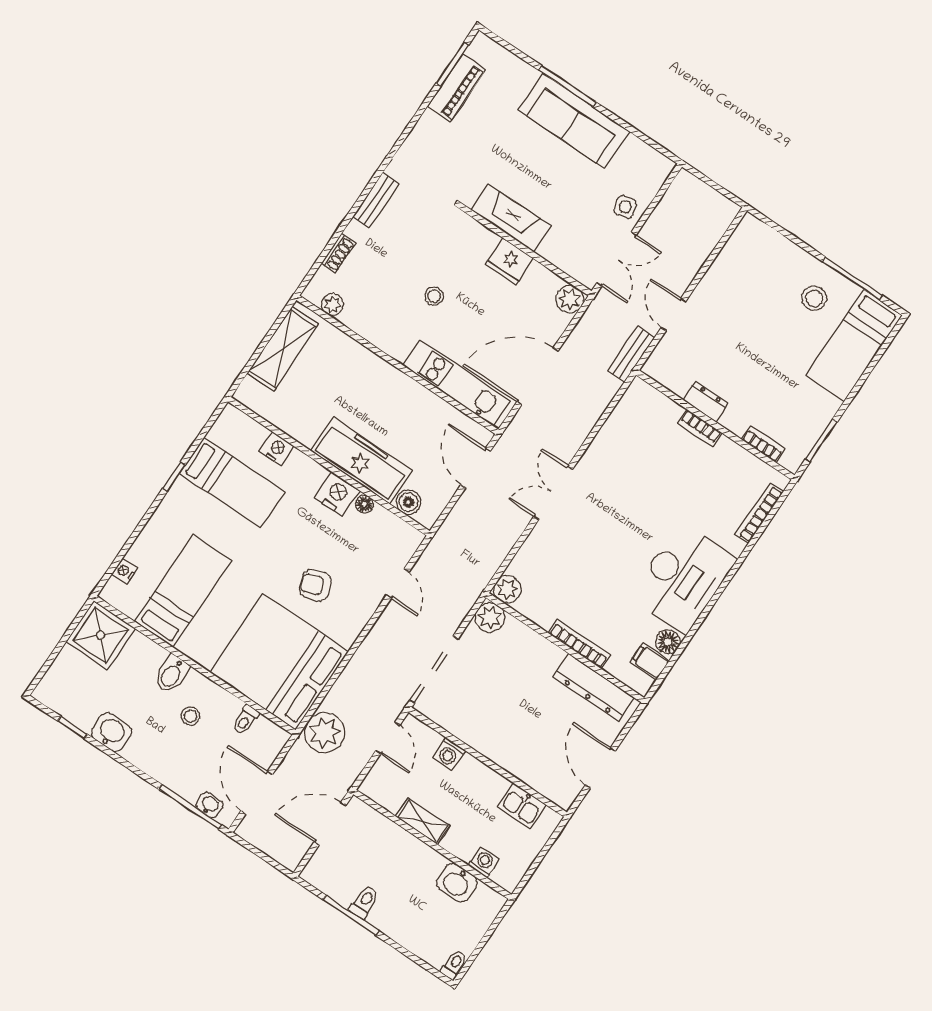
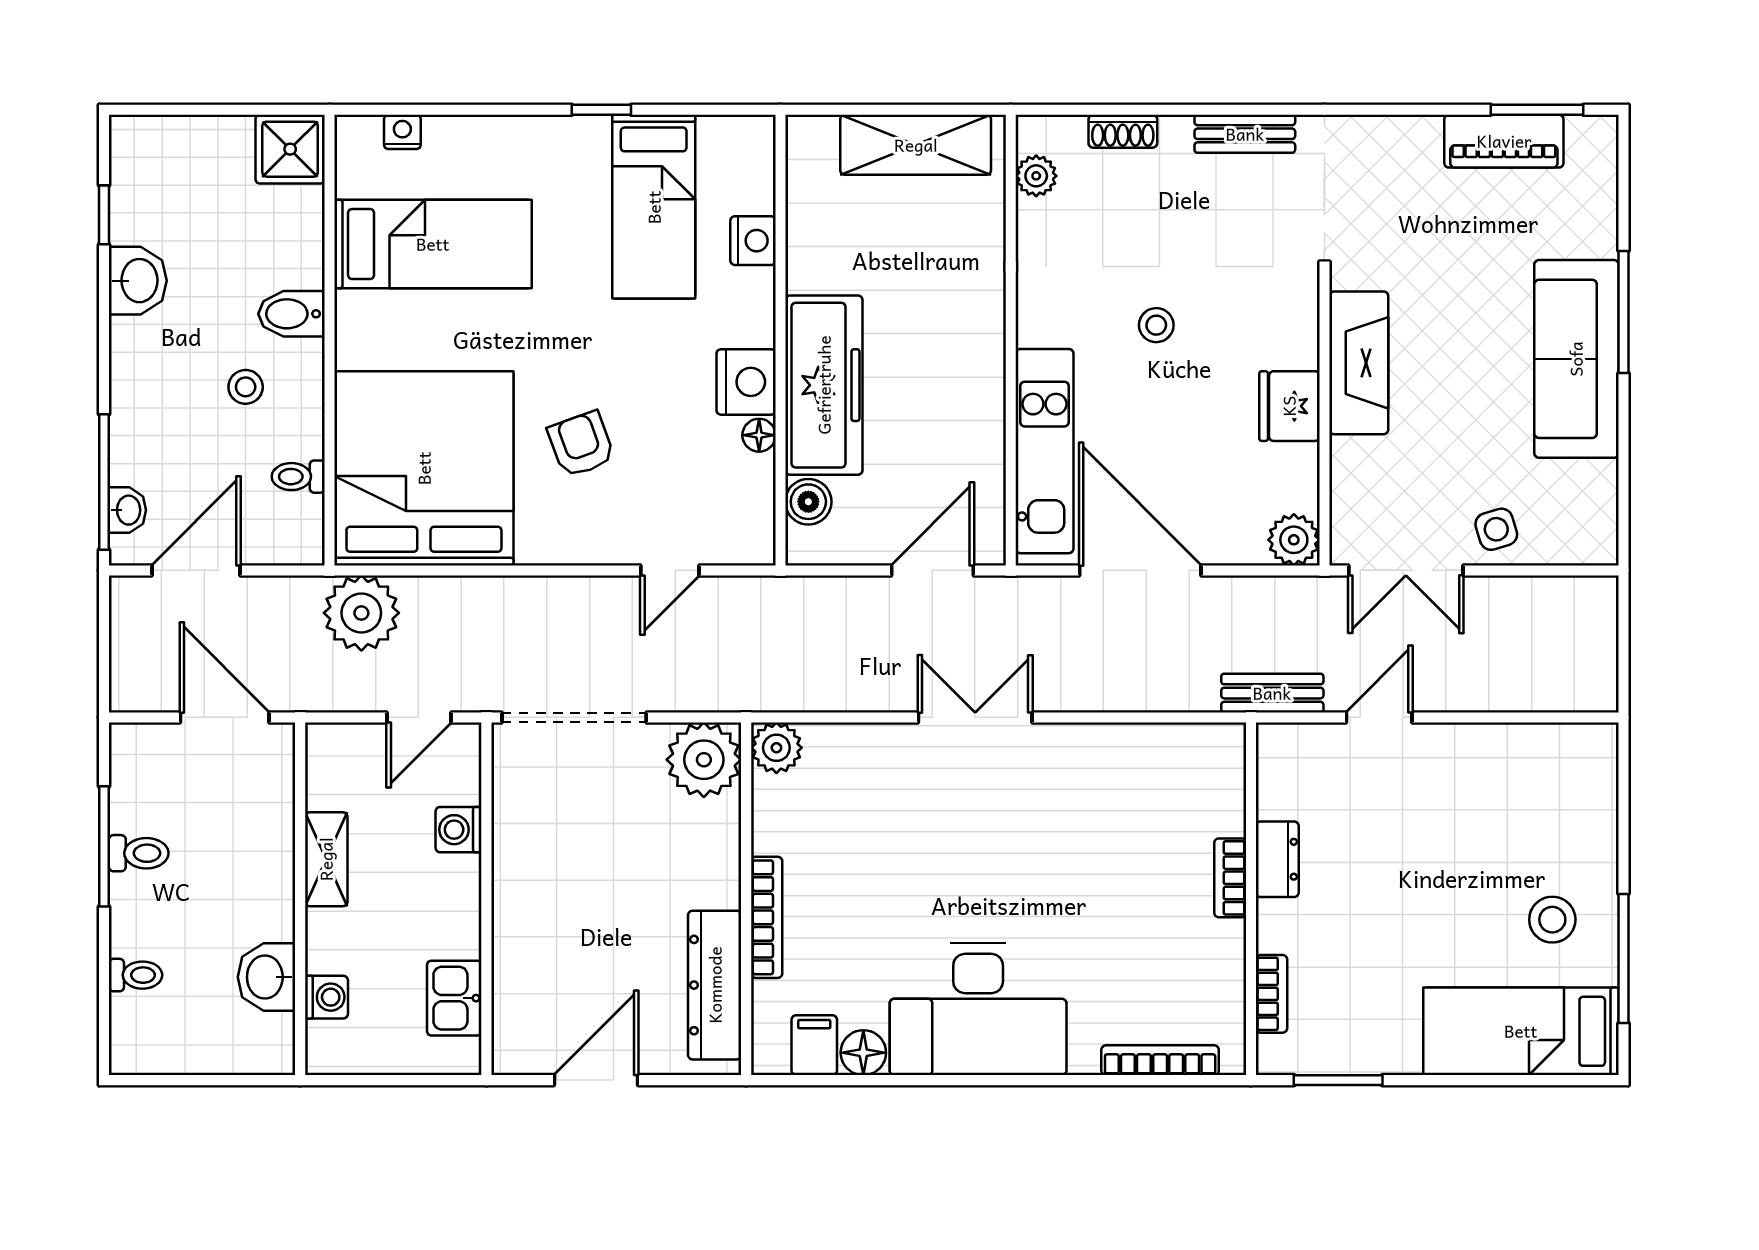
plant: (490, 618) -> (704, 760), width x1.36, depth x1.36
shower: (101, 635) -> (290, 149), width x0.73, depth x0.73
toilet: (454, 965) -> (136, 975), moved

